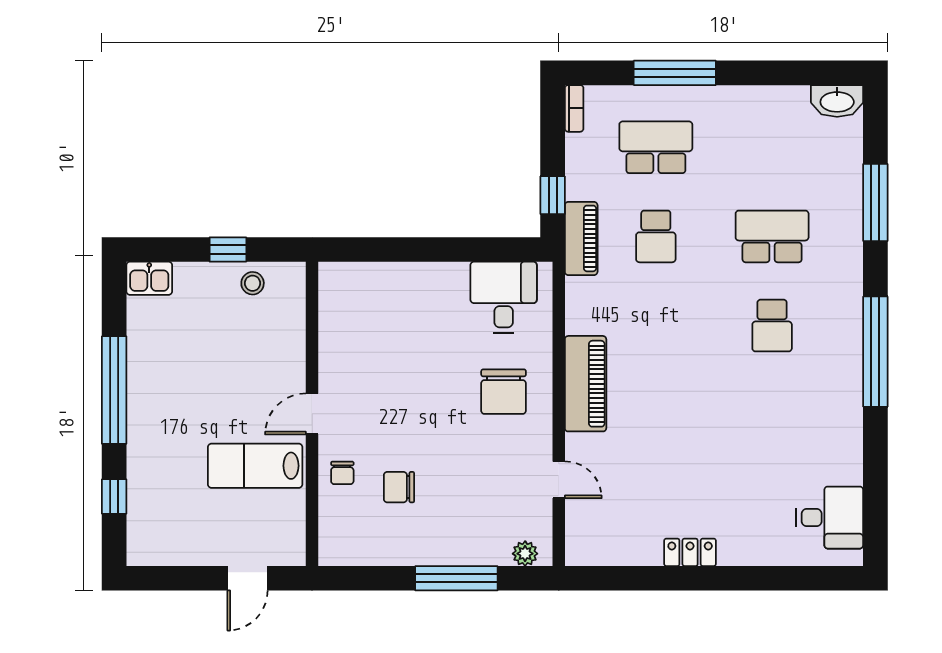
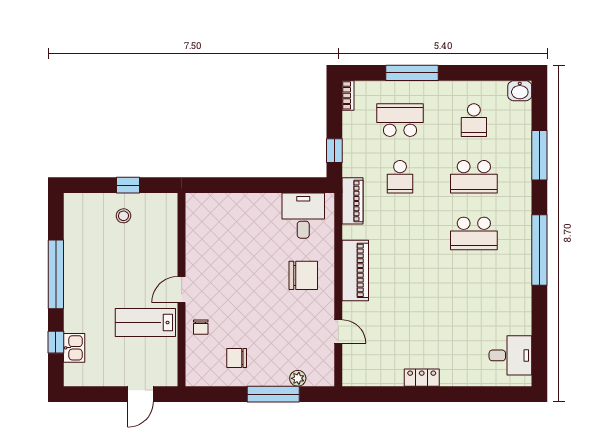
washbasin: (837, 101) -> (520, 91), width x0.72
school desk: (772, 147) -> (474, 120), added
school desk: (772, 236) -> (474, 177), turned 180
piano: (581, 238) -> (353, 201), moved
kitchen sink: (149, 278) -> (74, 348), moved, turned -90
stool: (253, 283) -> (123, 216), moved
school desk: (772, 326) -> (474, 233), width x1.85
chair: (504, 392) -> (303, 275), turned -90
chair: (399, 487) -> (237, 358), moved
plant: (525, 554) -> (298, 378), moved

